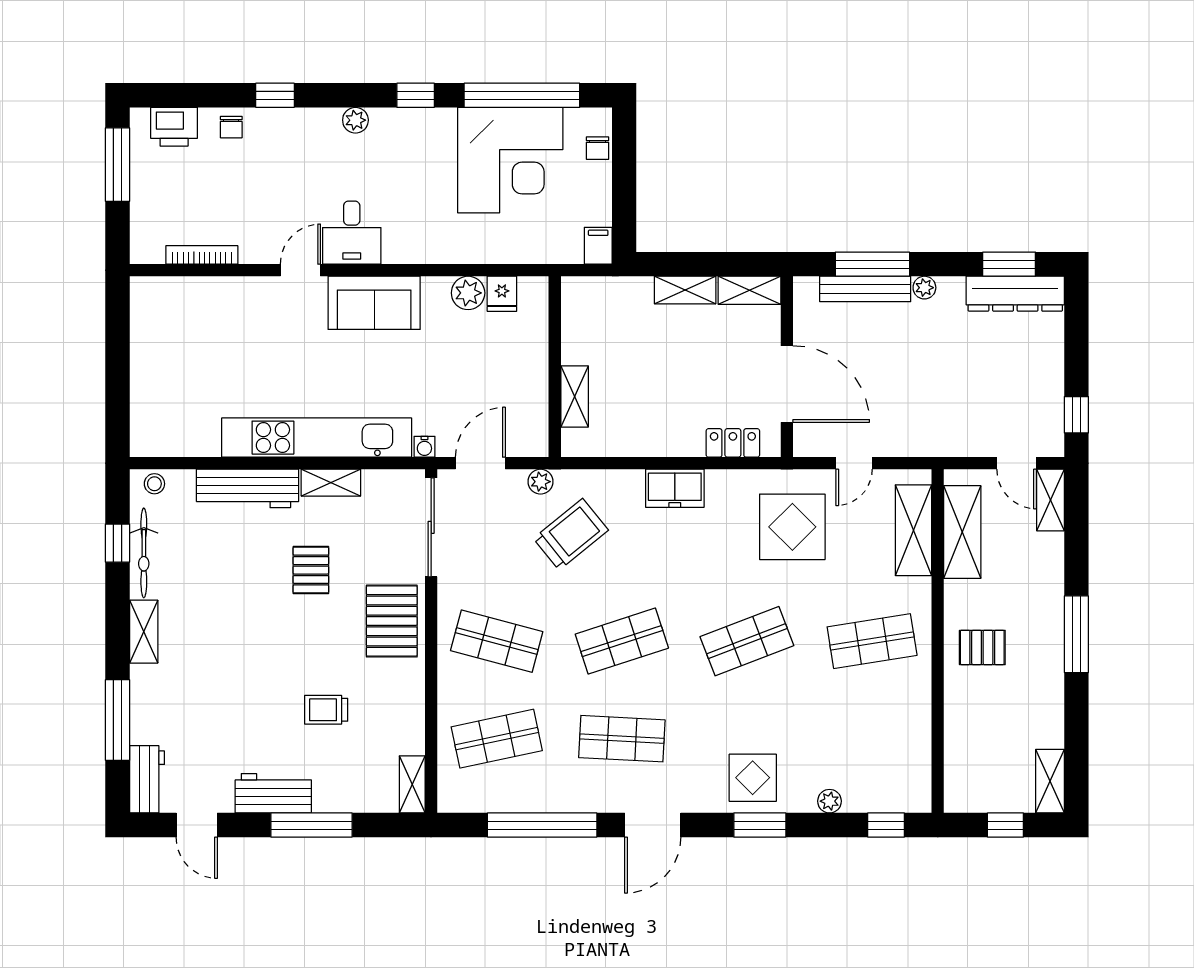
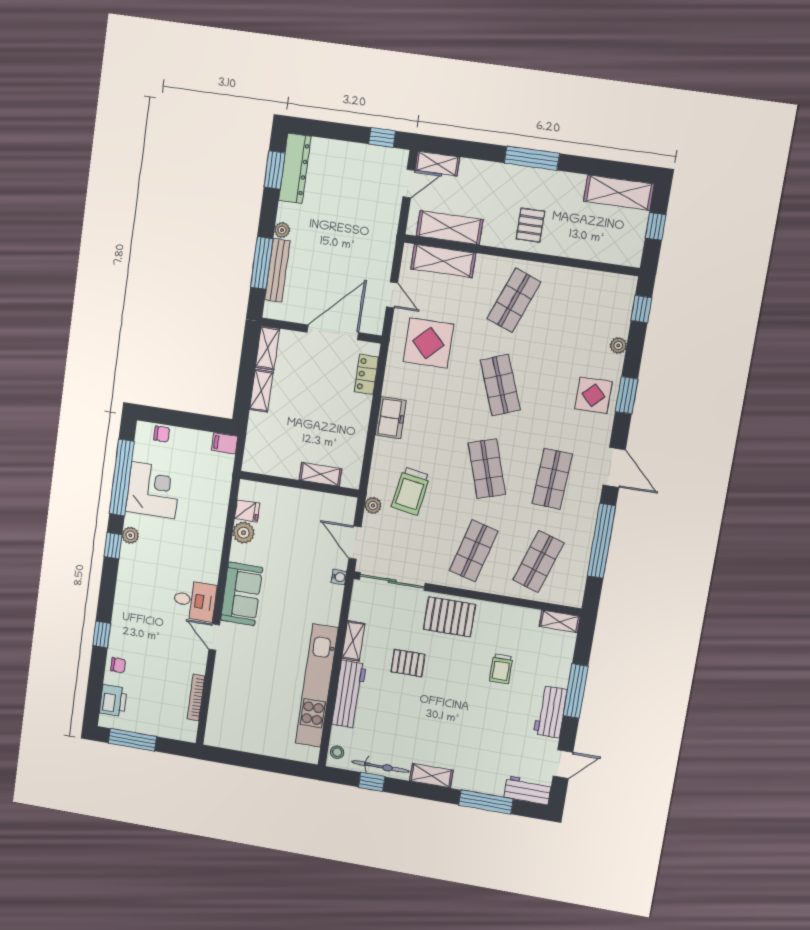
plant: (355, 120) -> (130, 535), moved
corner desk: (510, 160) -> (153, 490), width x0.74, depth x0.74
kitchen unit: (317, 438) -> (317, 686), moved
trolley: (571, 534) -> (411, 491), turned -132
shop shelf: (872, 641) -> (514, 300), turned 30
shop shelf: (497, 739) -> (538, 561), turned 30
shelving: (1050, 781) -> (619, 193), width x1.50, depth x1.33

